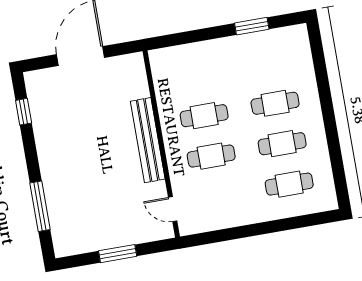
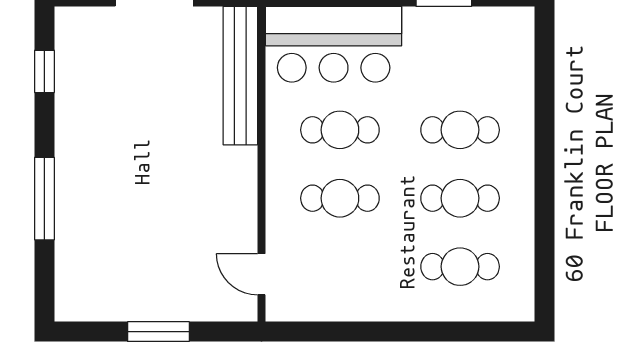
bar counter: (192, 66) -> (334, 44), added
bench: (148, 140) -> (240, 76), moved
window: (40, 206) -> (44, 199), moved

